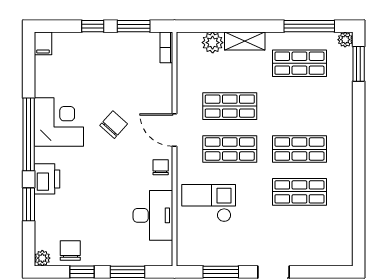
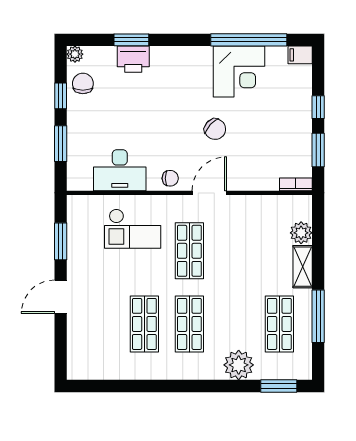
window: (309, 26) -> (318, 316), moved
plant: (345, 40) -> (239, 365), moved, width x1.88, depth x1.88
shop shelf: (230, 106) -> (234, 251), removed
corner desk: (59, 122) -> (239, 72), moved
window: (29, 134) -> (249, 40), moved
printer: (47, 179) -> (133, 59), moved
checkout: (209, 203) -> (133, 229), turned 90
chair: (70, 251) -> (83, 83), turned -90

